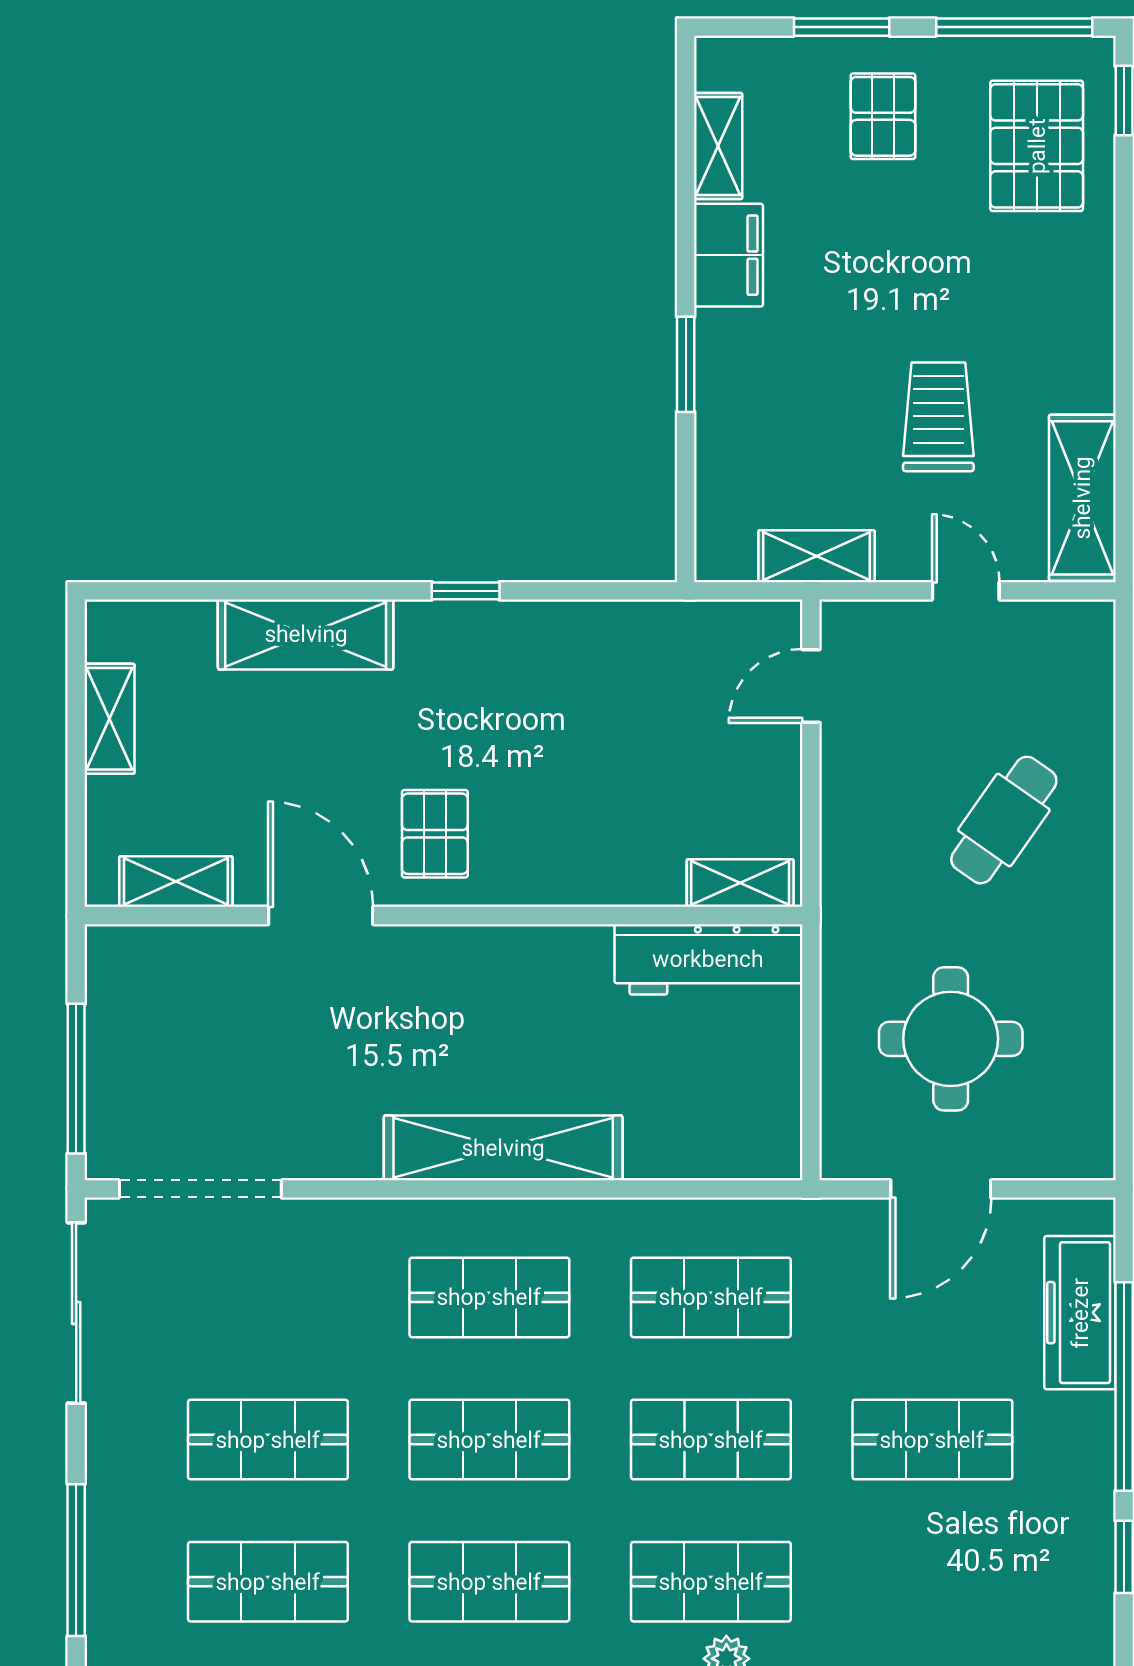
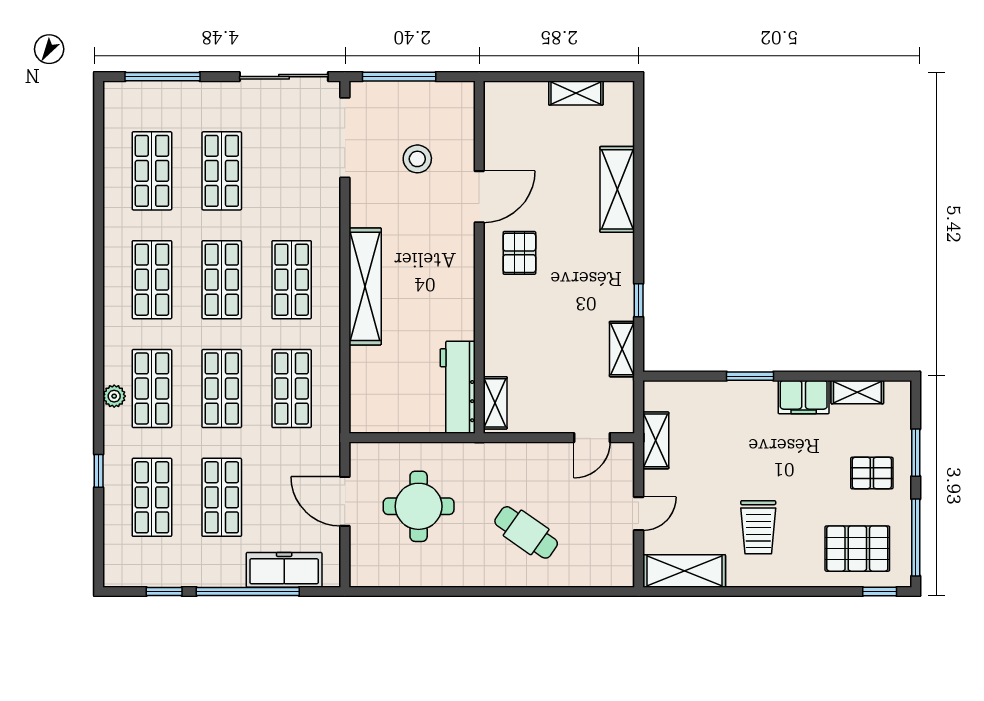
trolley: (938, 417) -> (758, 527), moved, turned 90
window: (466, 591) -> (639, 300), moved
door: (811, 686) -> (592, 438), swing flipped
pallet: (435, 834) -> (519, 253), turned 90
shelving: (176, 882) -> (622, 349), moved
stool: (244, 1042) -> (417, 159), added
shop shelf: (932, 1582) -> (152, 497), added

